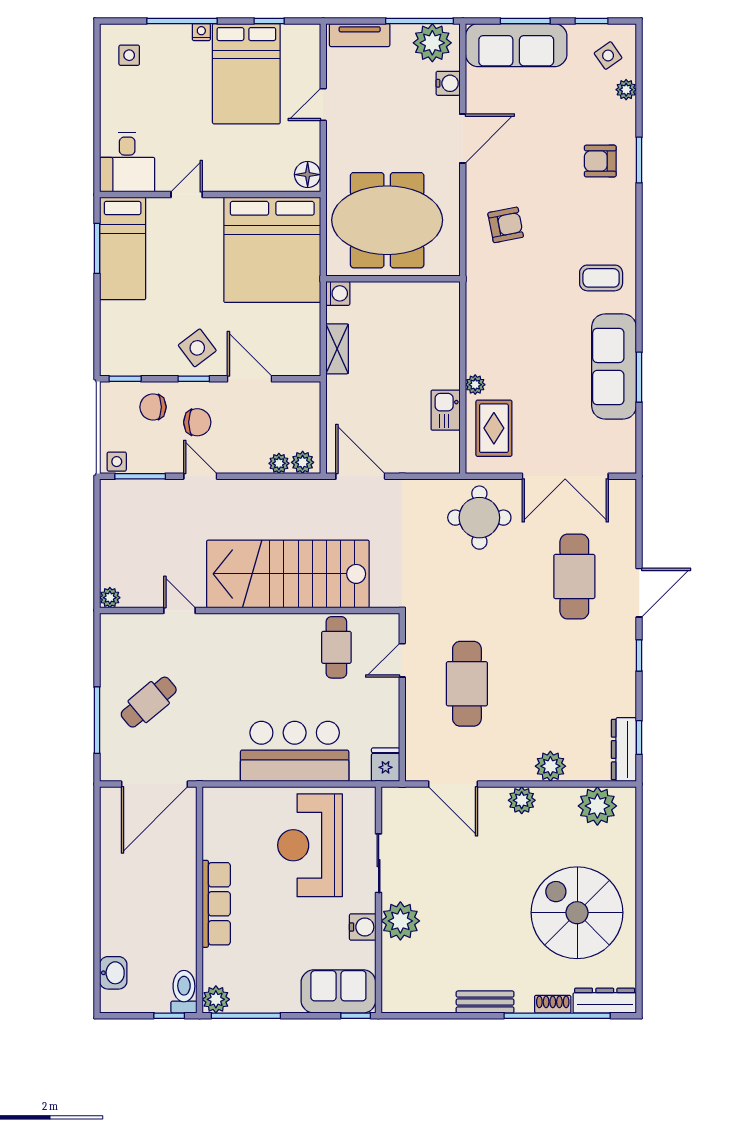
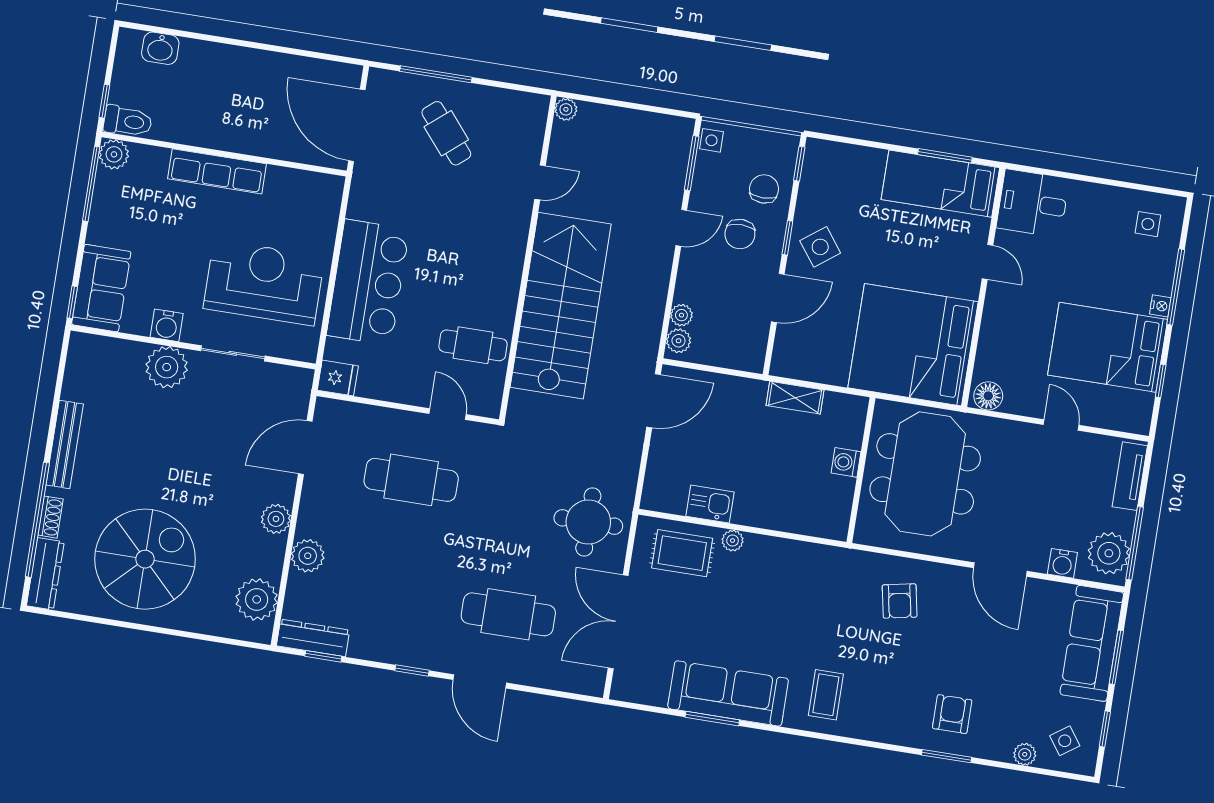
washing machine: (338, 293) -> (846, 462), moved, turned 90
bench: (485, 1002) -> (65, 444), width x1.36

